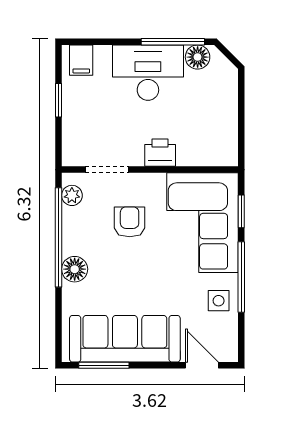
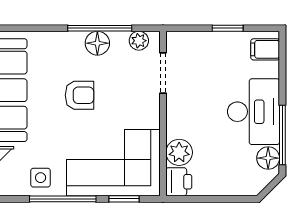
plant: (192, 152) -> (179, 152), added
printer: (160, 153) -> (179, 182), moved
armchair: (130, 222) -> (79, 95), moved
window: (59, 237) -> (100, 28), width x0.68
floor lamp: (75, 269) -> (97, 43), moved

